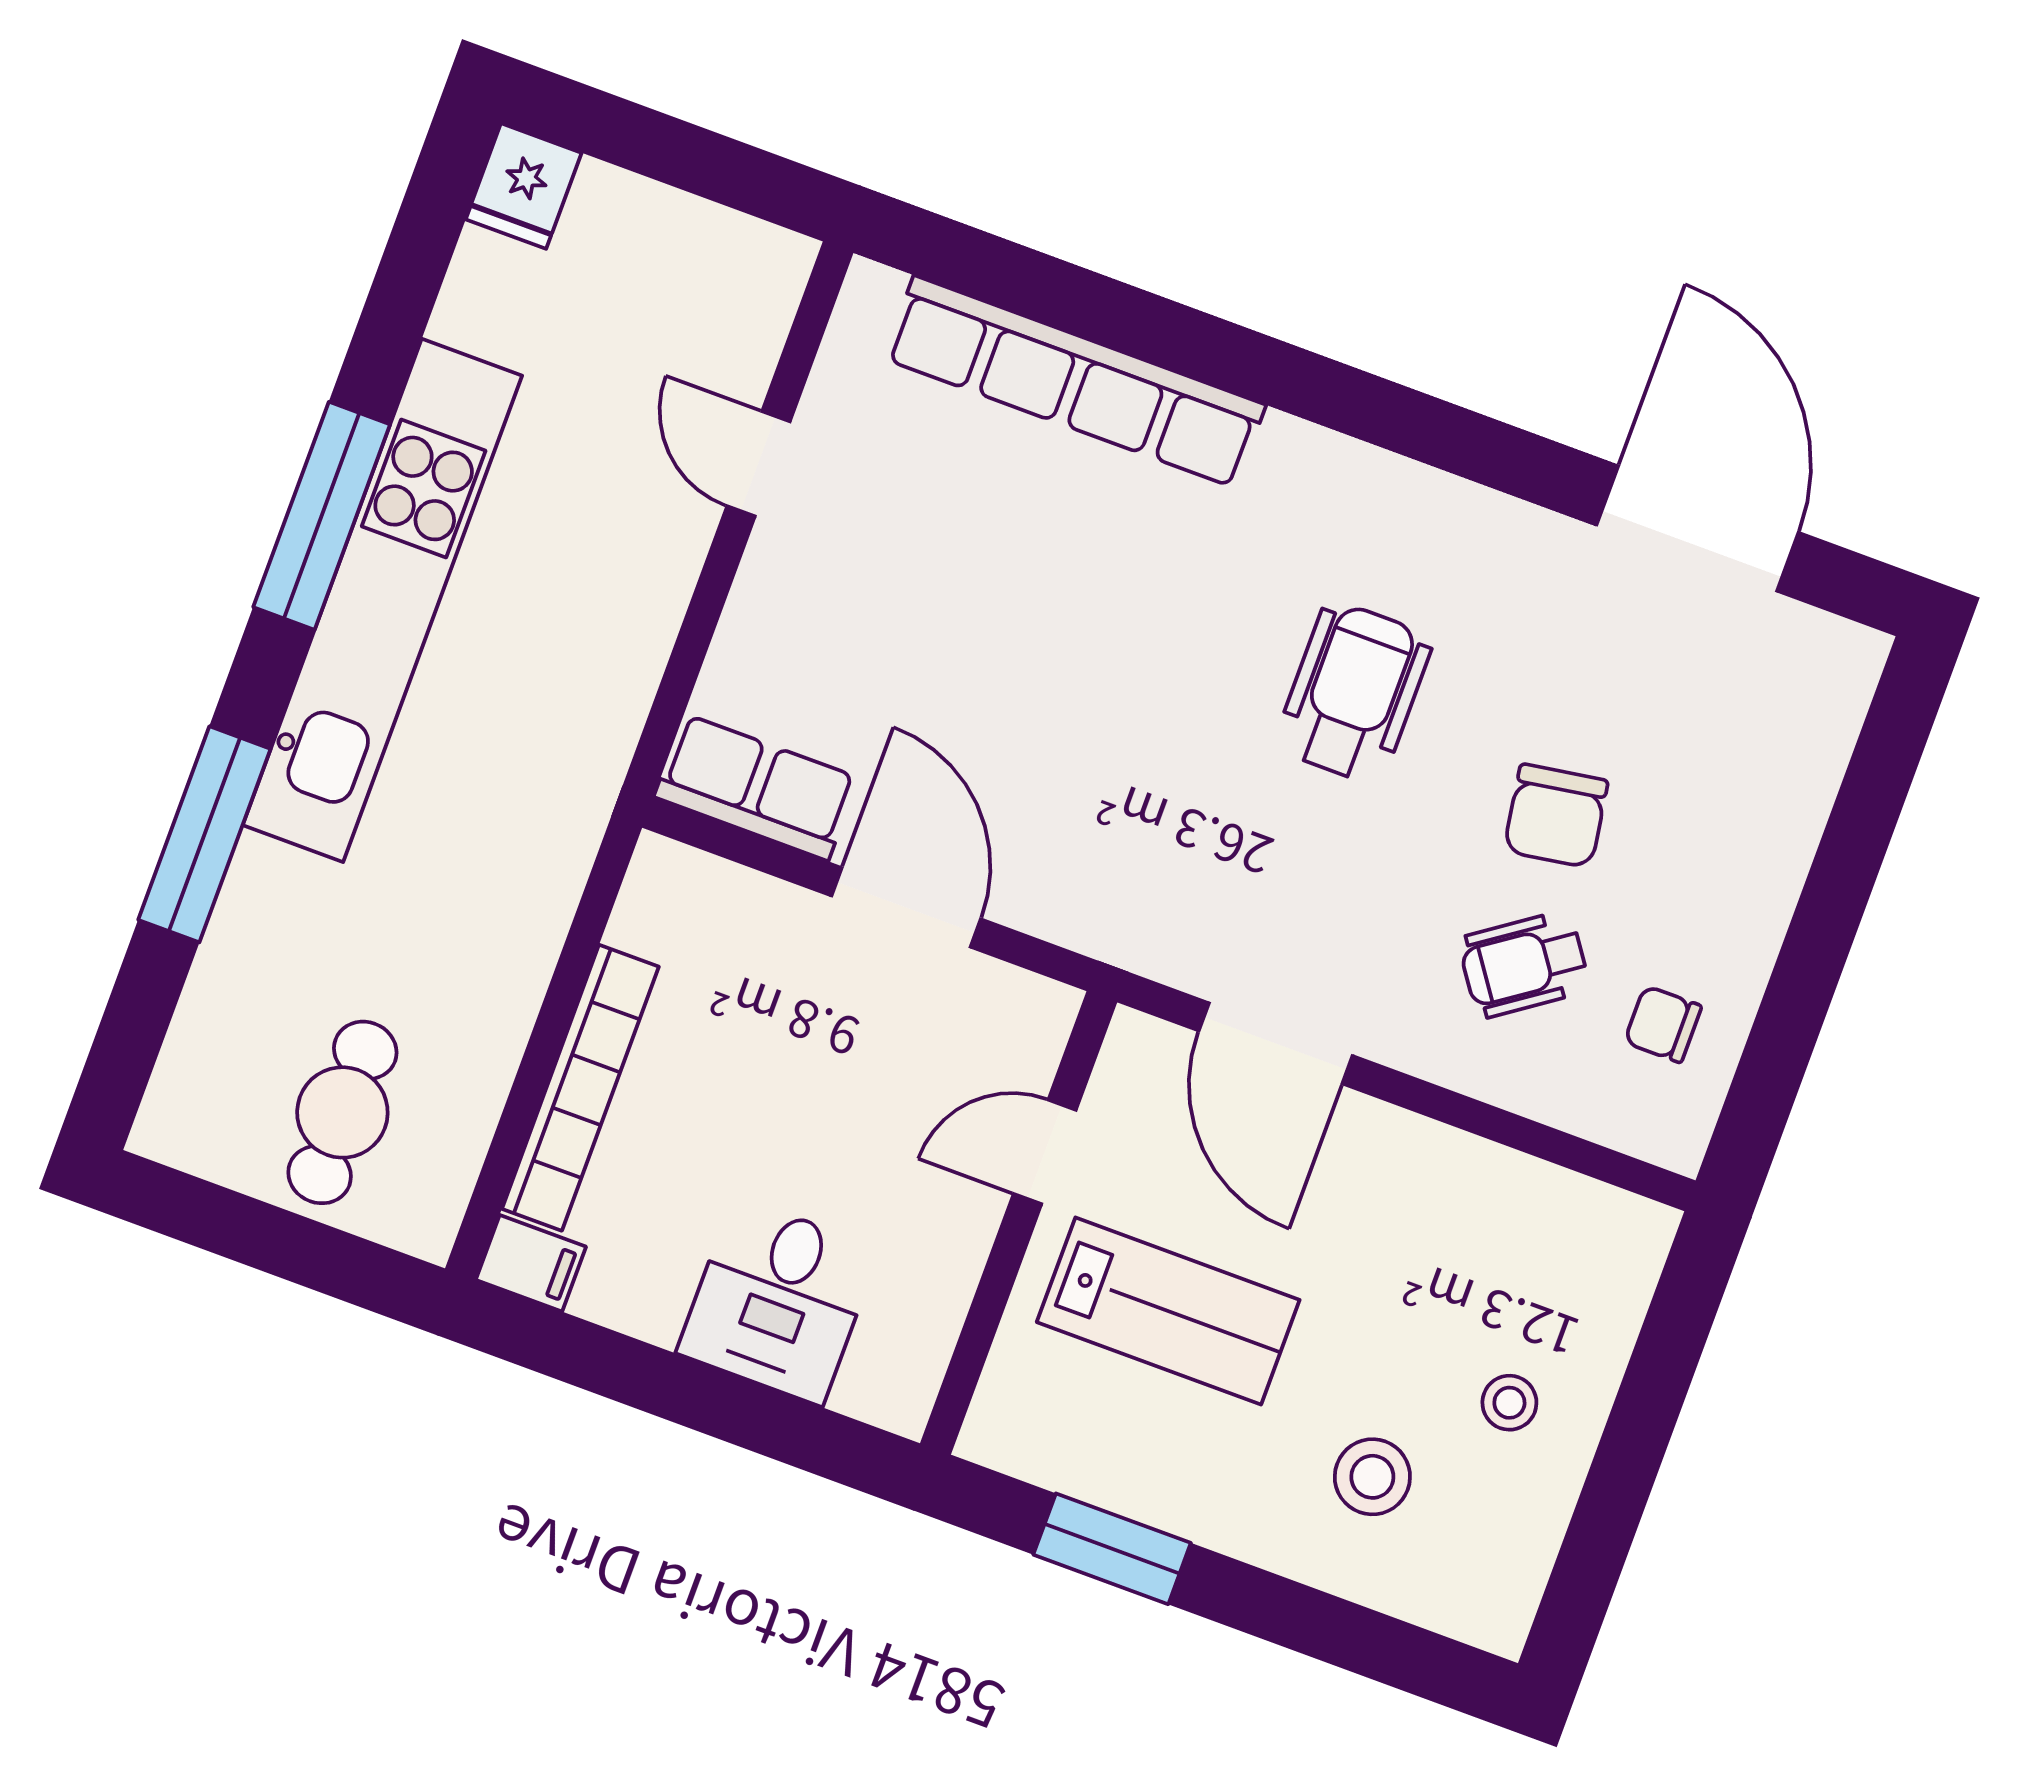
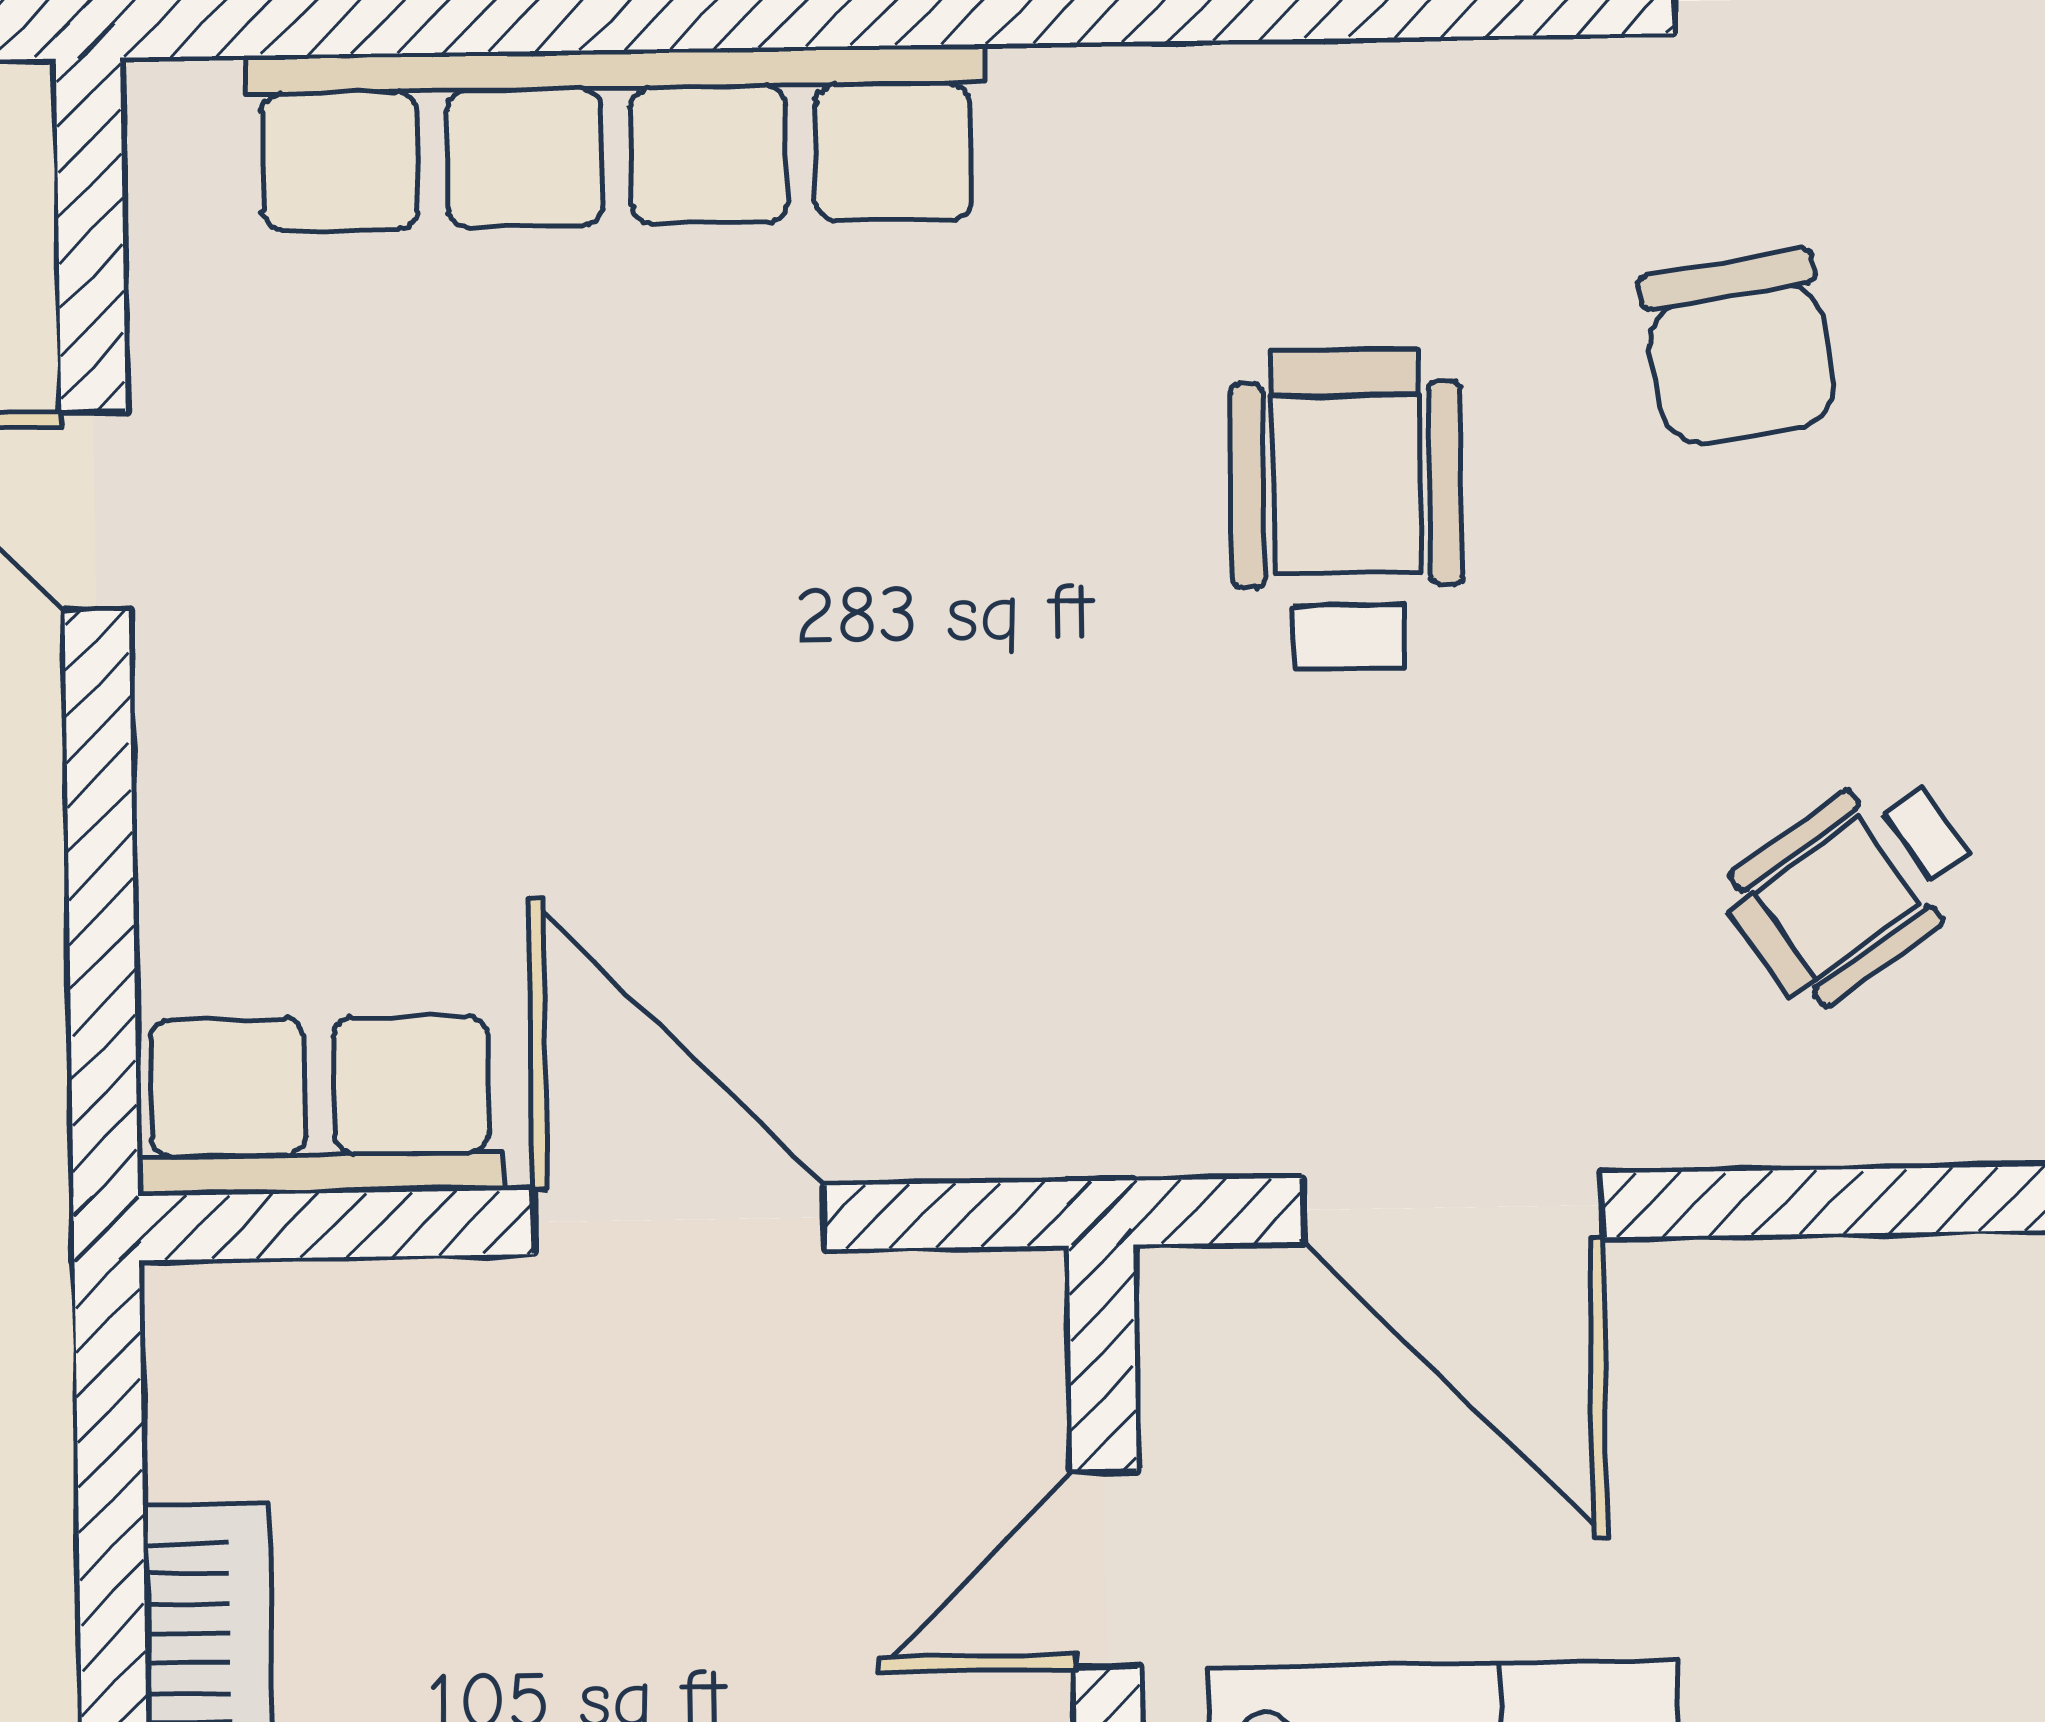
chair: (1556, 816) -> (1739, 349), moved

